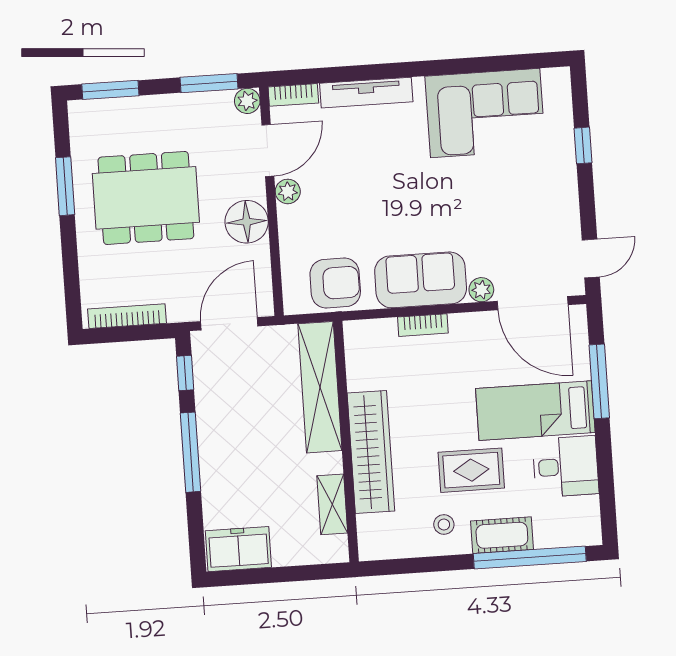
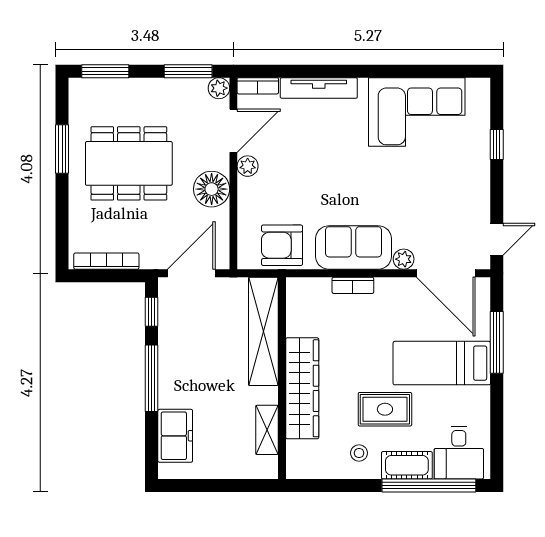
armchair: (335, 283) -> (282, 245), turned 180
desk: (566, 467) -> (459, 453), moved, turned 90
freezer: (238, 549) -> (175, 436), moved, turned 90

